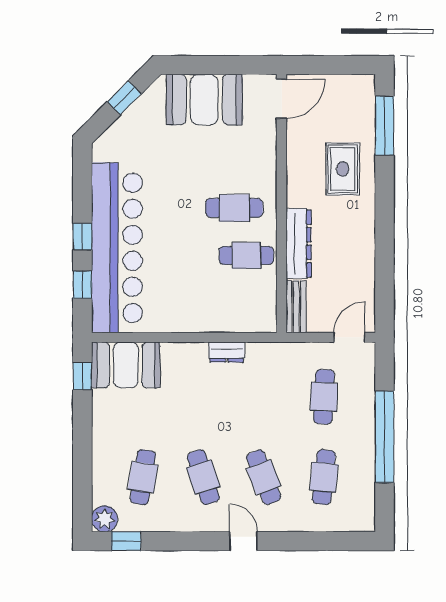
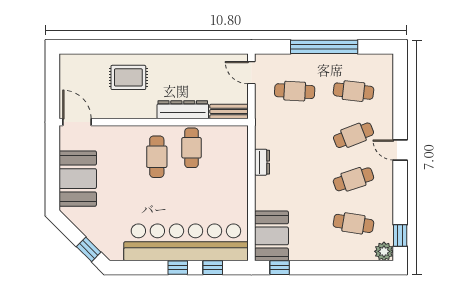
window: (124, 98) -> (89, 249), moved
window: (385, 126) -> (97, 47), removed
door: (243, 541) -> (400, 150), hinge flipped

